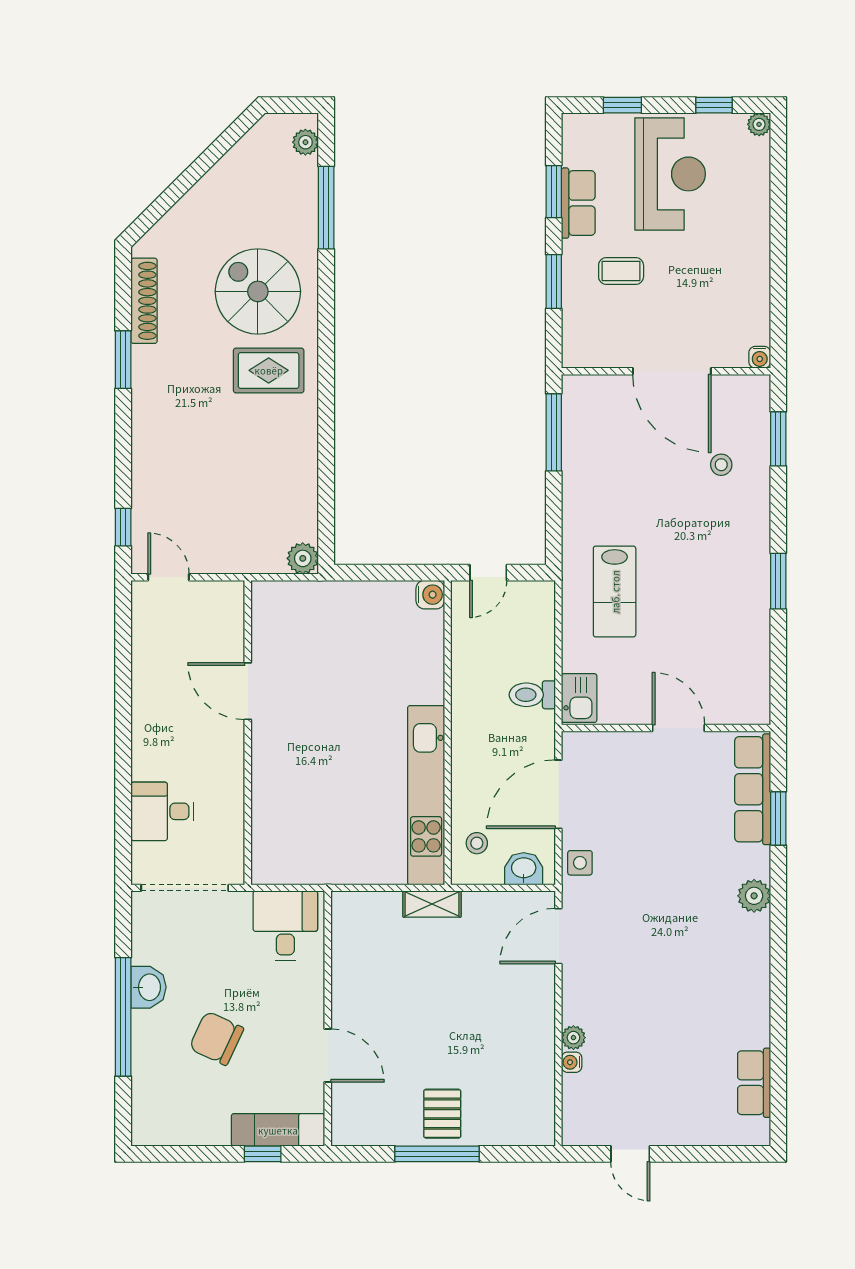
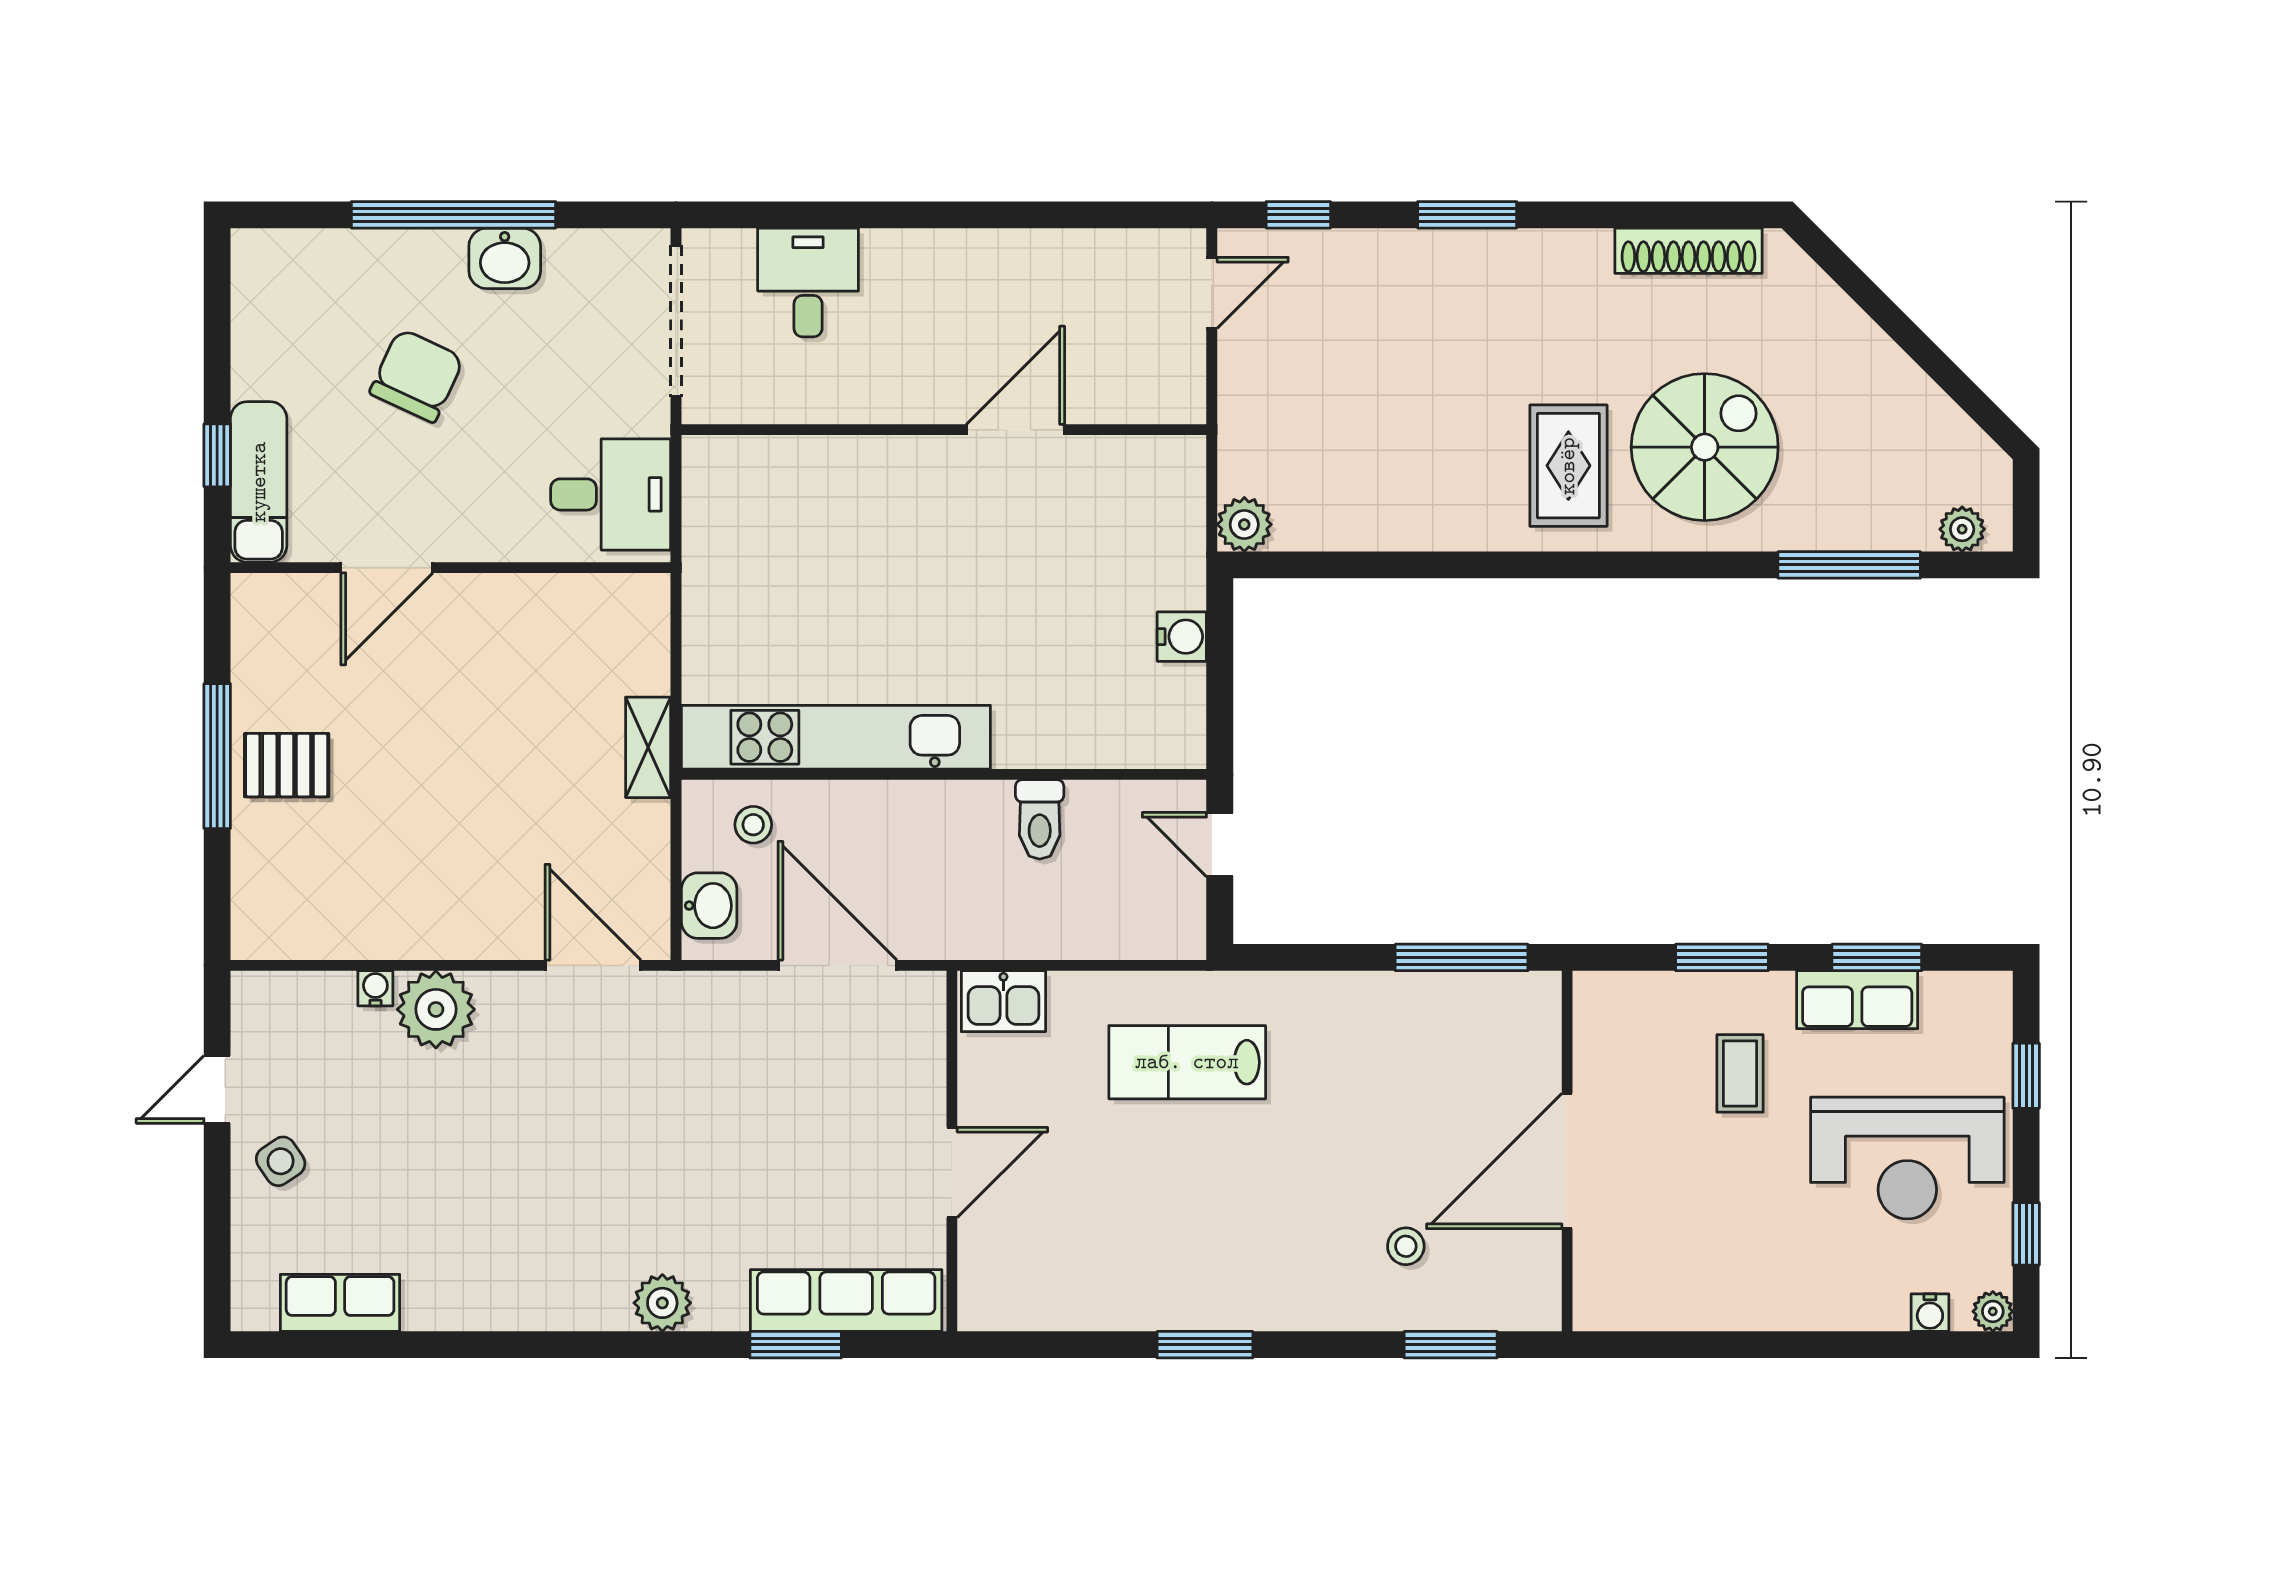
water cooler: (760, 357) -> (1930, 1313), moved, turned -90
window: (123, 360) -> (1467, 215), moved
water cooler: (430, 595) -> (1182, 637), moved, turned -90
toilet: (532, 695) -> (1040, 819), moved, turned 180
side table: (580, 863) -> (281, 1161), moved, turned -34
plant: (573, 1038) -> (436, 1009), width x1.87, depth x1.87

